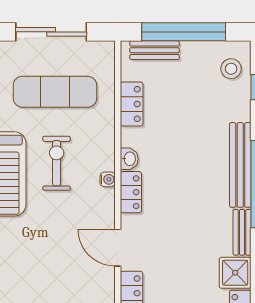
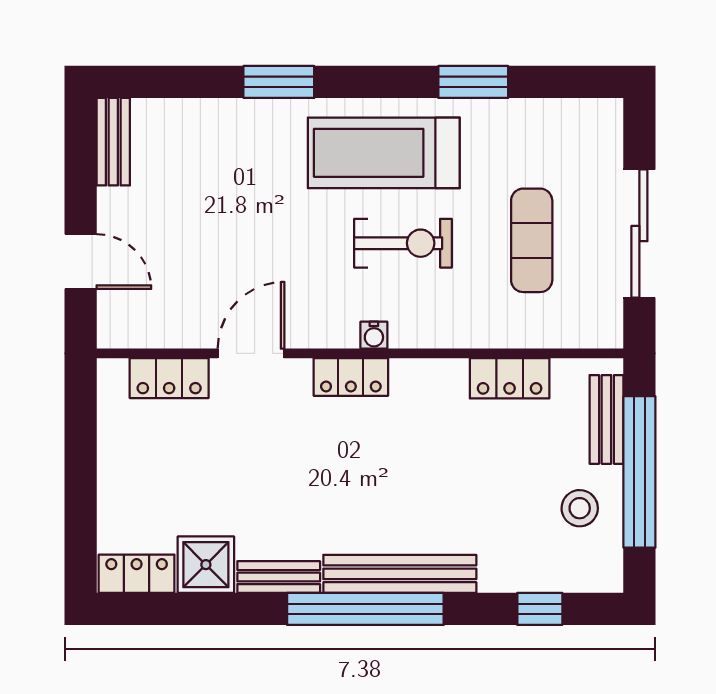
stool: (231, 69) -> (580, 508), moved
exercise mat: (55, 92) -> (532, 240), width x0.73, depth x0.69
washbasin: (129, 159) -> (411, 374), removed

